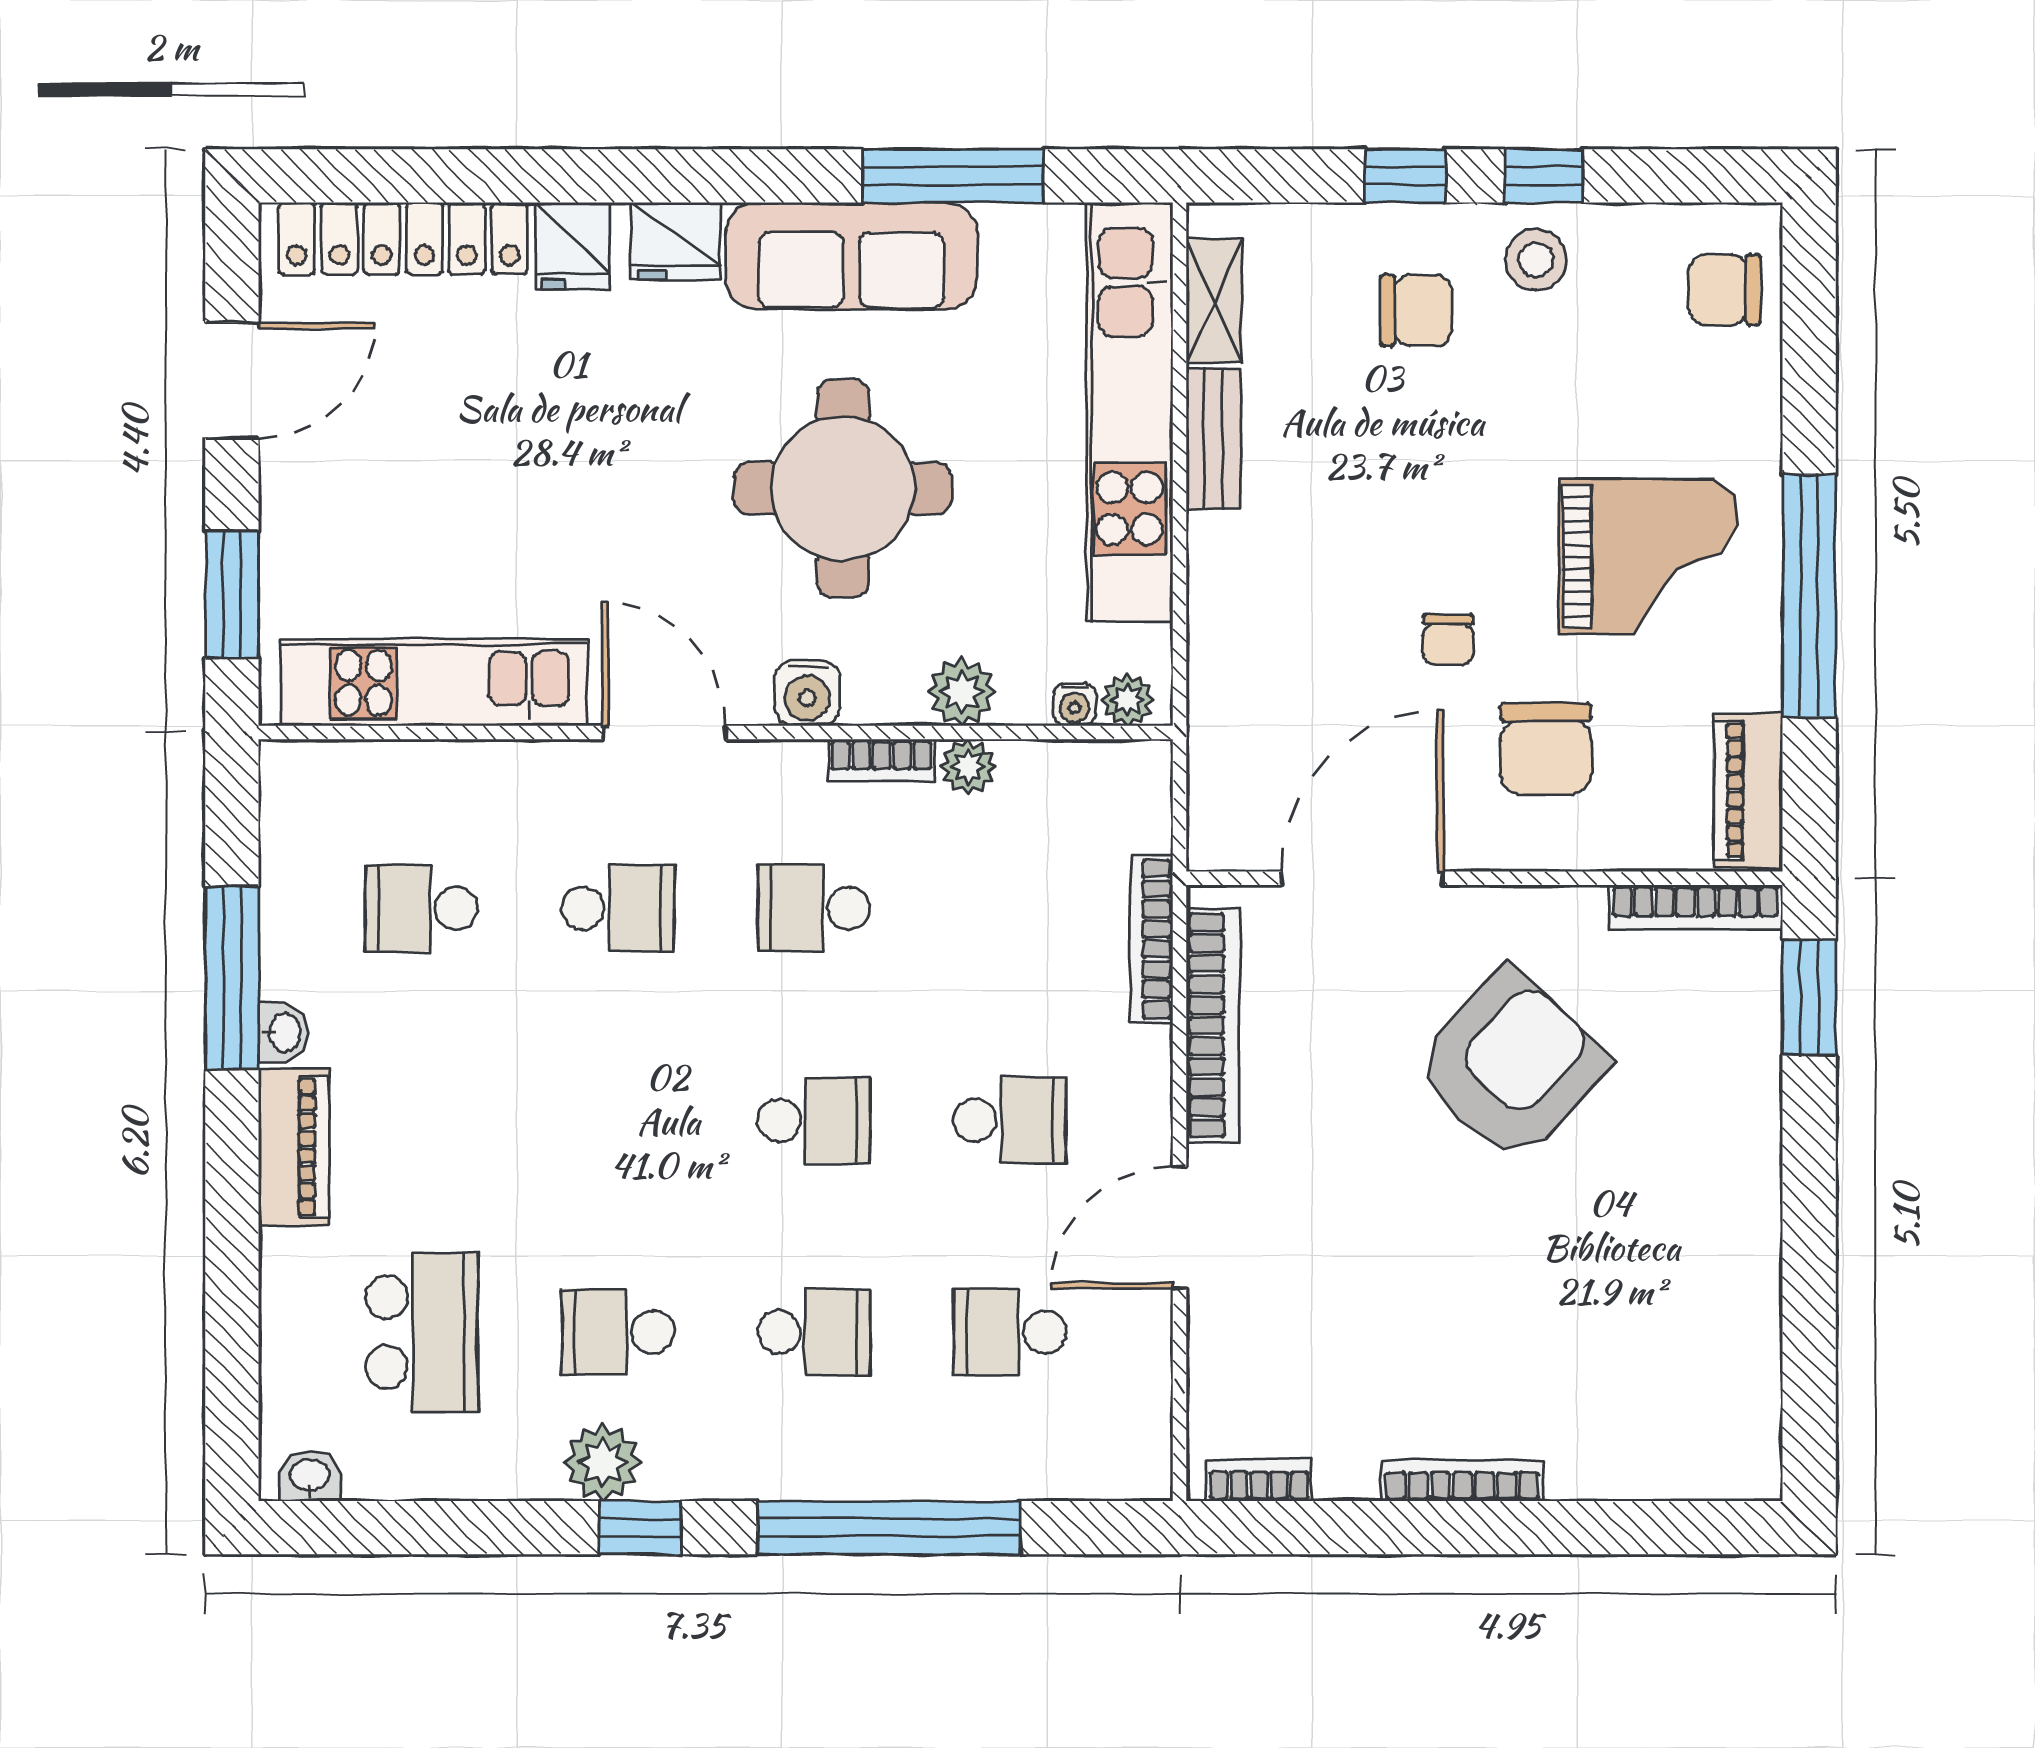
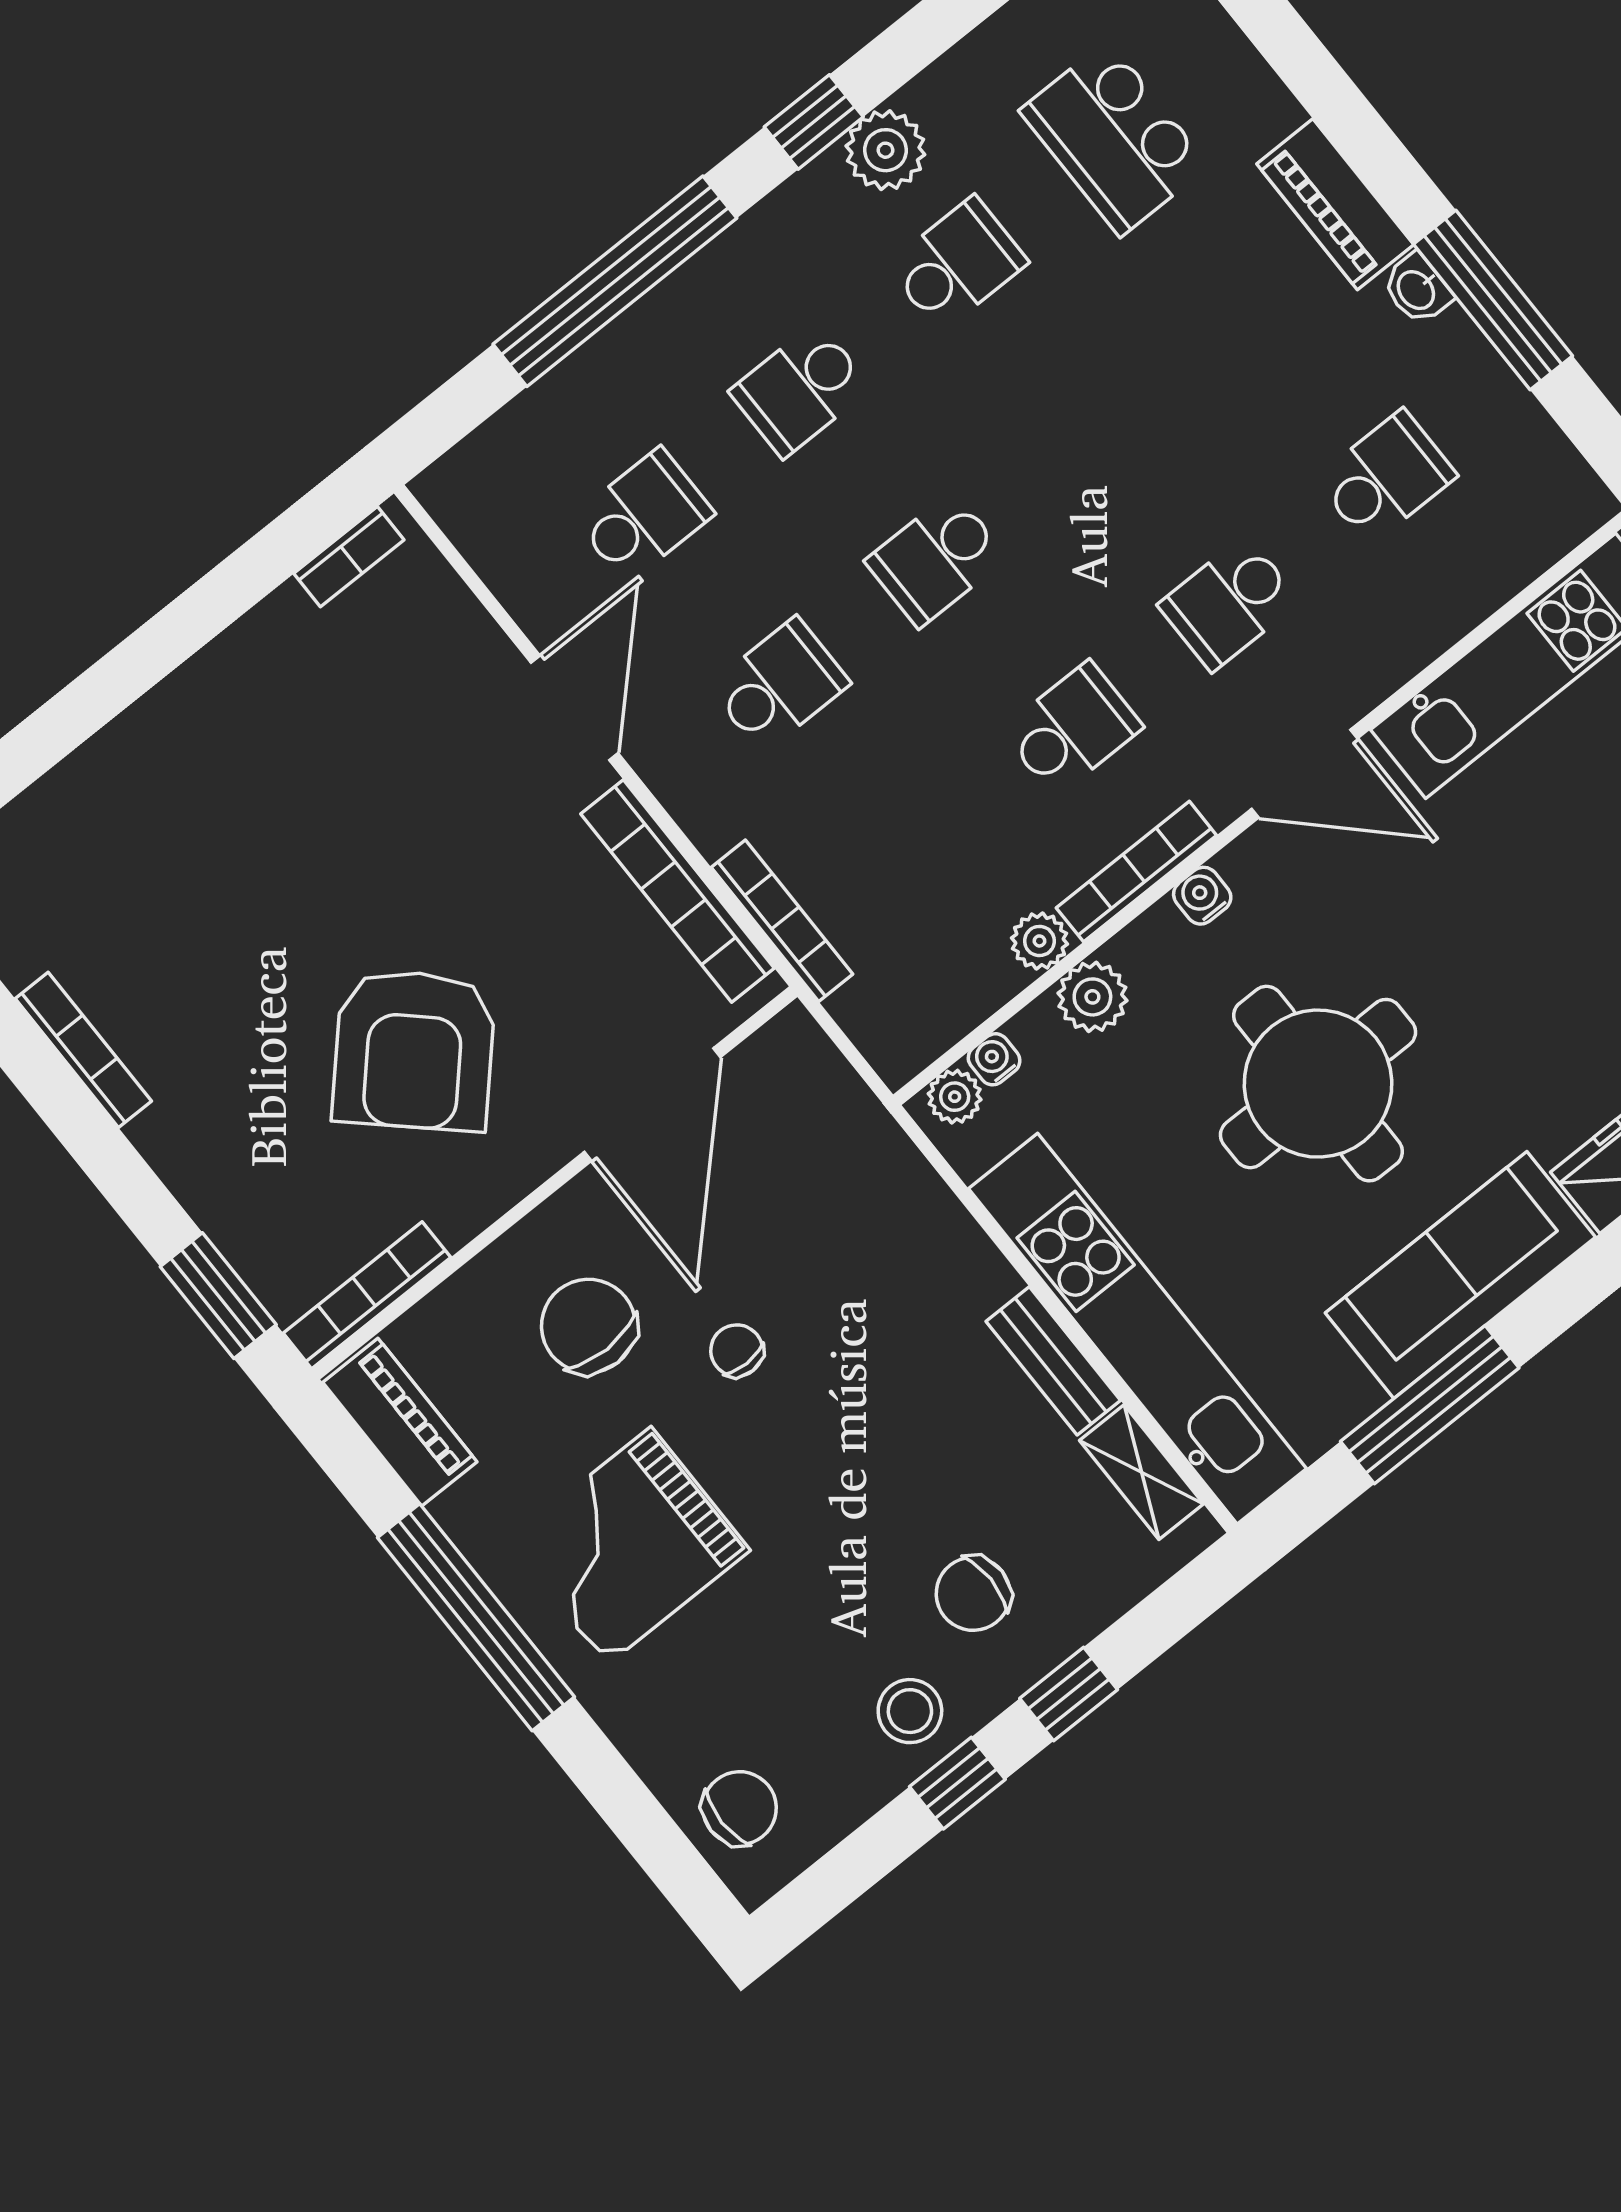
water cooler: (807, 693) -> (1202, 896), width x0.72, depth x0.72
bookcase: (882, 760) -> (1136, 872), width x1.56
school desk: (1010, 1120) -> (779, 685), turned 180
bookcase: (1462, 1481) -> (83, 1050), moved, turned -90

